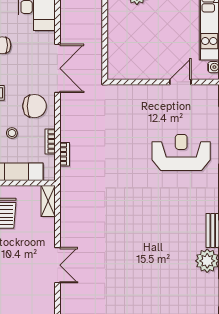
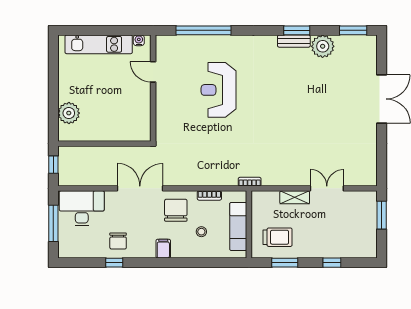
reception desk: (181, 152) -> (219, 90), moved
bookcase: (65, 154) -> (250, 182), moved
shelving: (48, 201) -> (295, 197), moved

